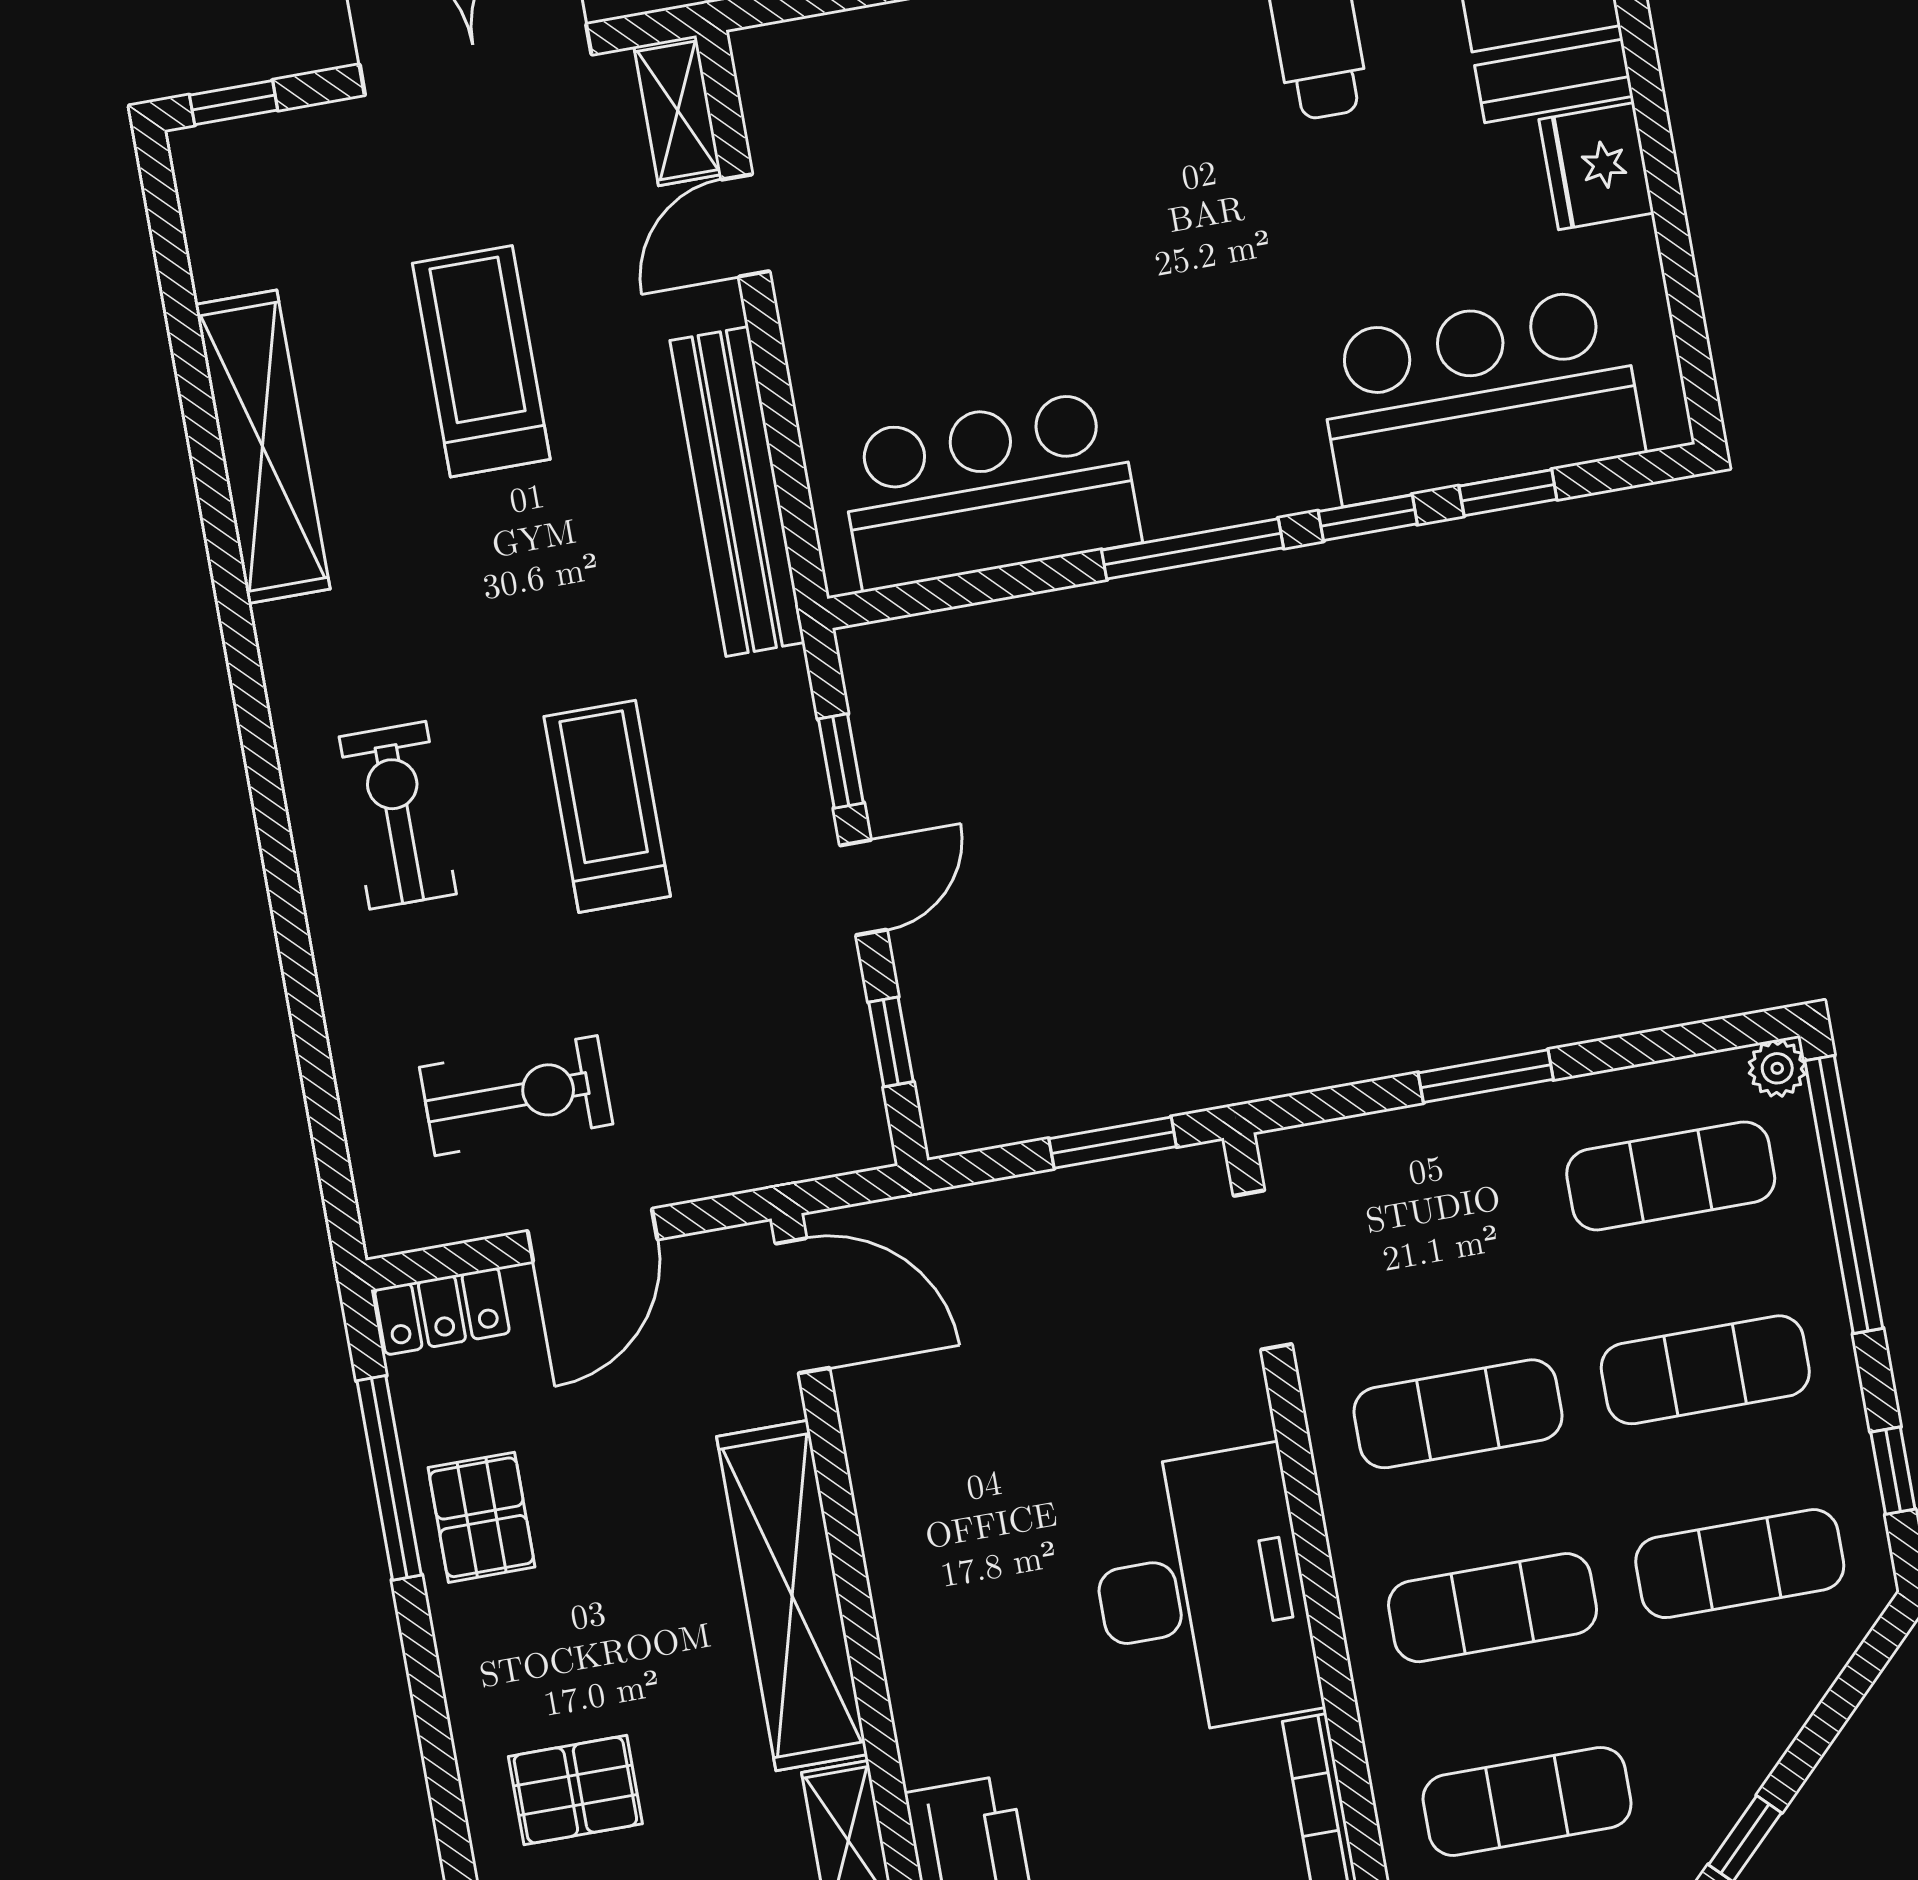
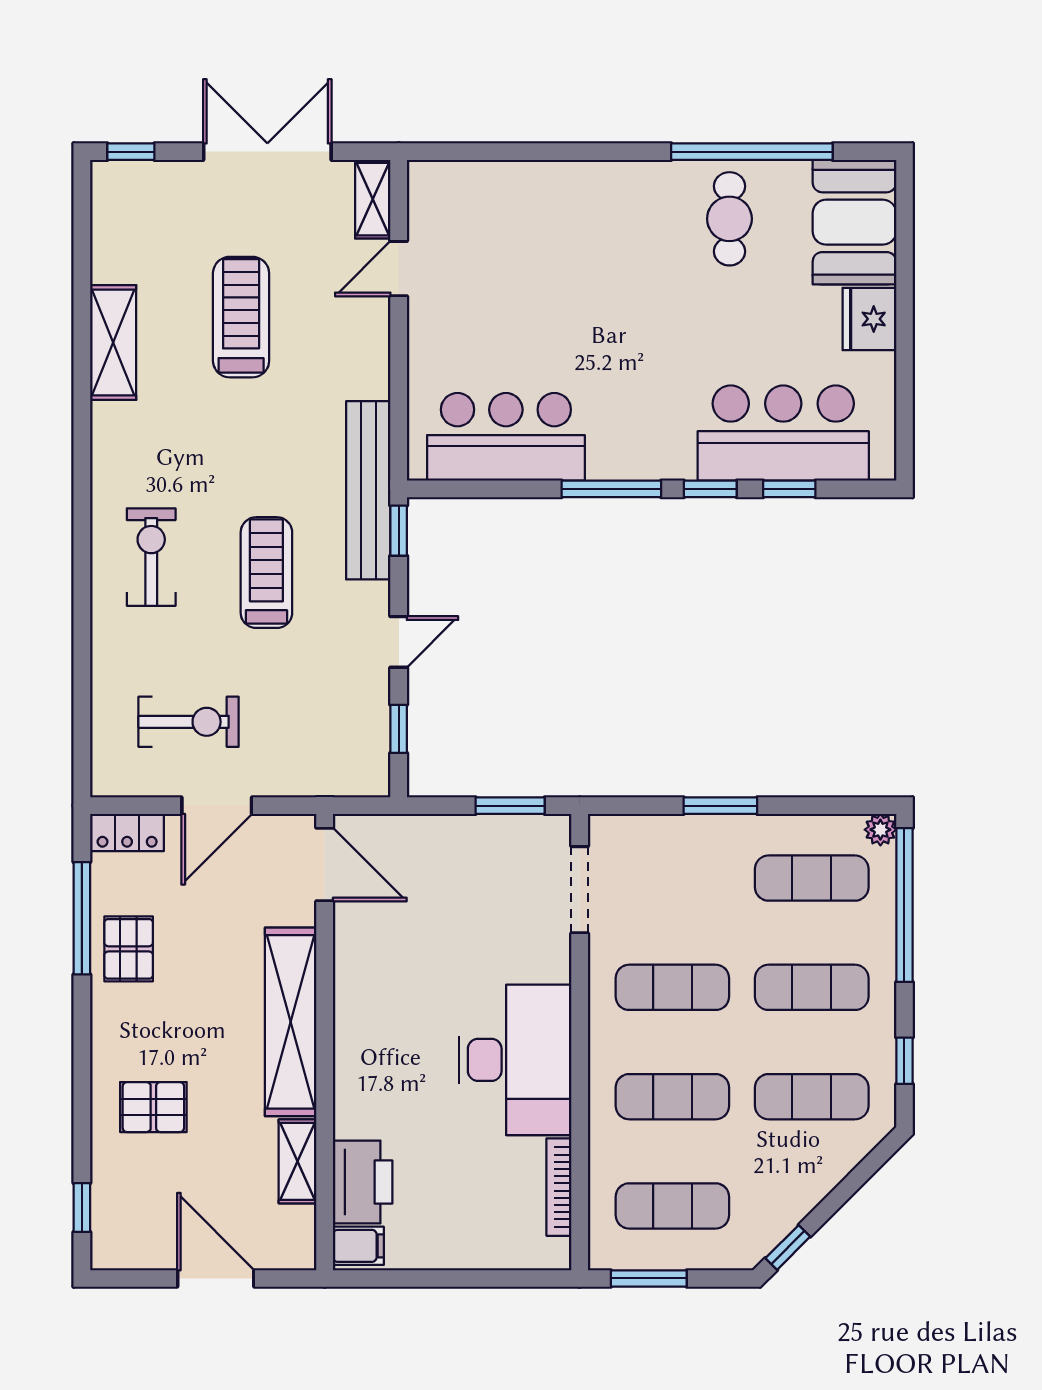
shelving: (263, 447) -> (113, 342), width x0.68
bench: (737, 492) -> (368, 490), moved
window: (841, 761) -> (399, 531), moved

